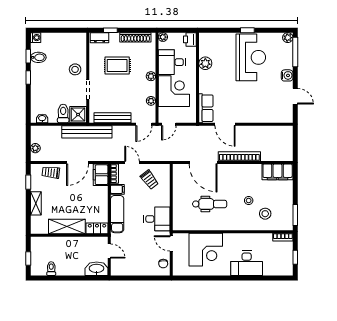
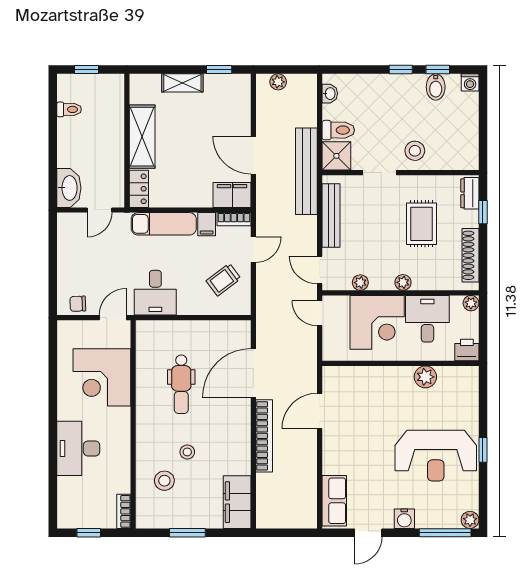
row of seats: (206, 108) -> (334, 501), moved, turned -90
trolley: (51, 172) -> (236, 109), removed
window: (295, 215) -> (187, 533), moved

